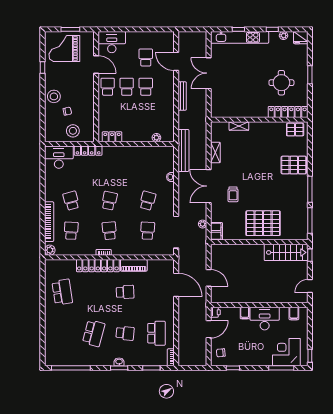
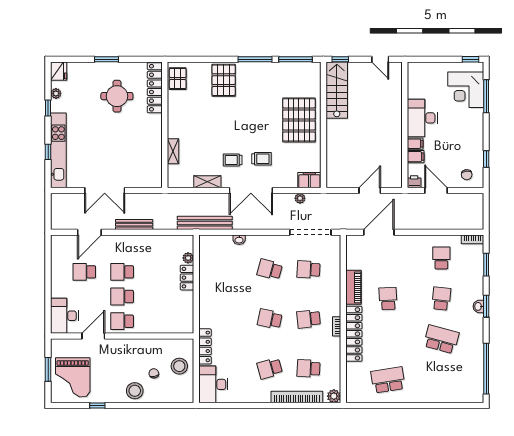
locker: (112, 137) -> (187, 278), moved
trolley: (232, 172) -> (233, 160), added
filing cabinet: (294, 313) -> (416, 157), moved
school desk: (156, 333) -> (441, 258), width x0.54

